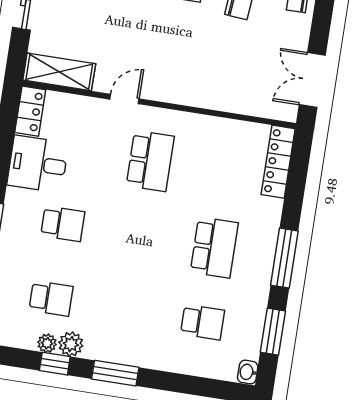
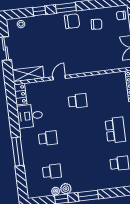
school desk: (150, 161) -> (78, 101), width x0.54

